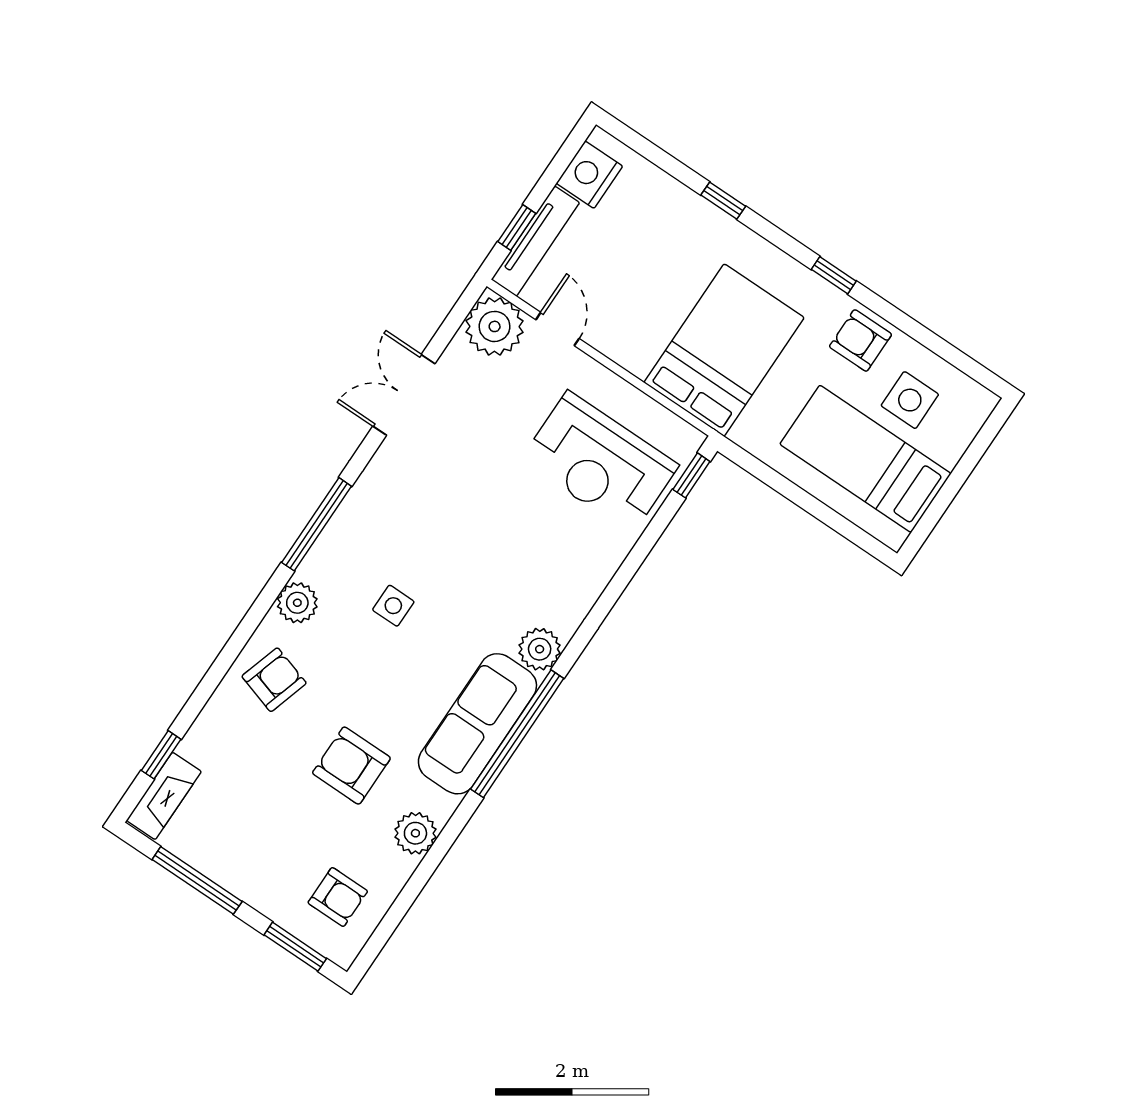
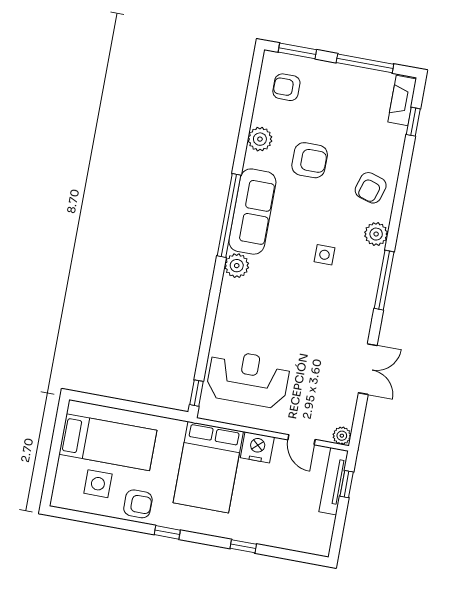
nightstand: (589, 175) -> (257, 447), moved, turned -90
plant: (495, 326) -> (342, 436), width x0.53, depth x0.53

